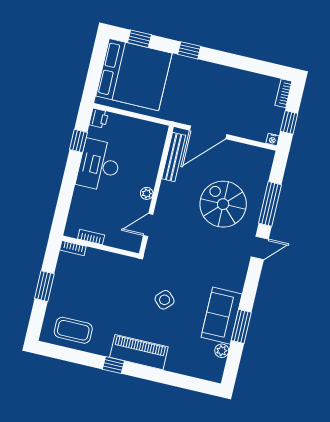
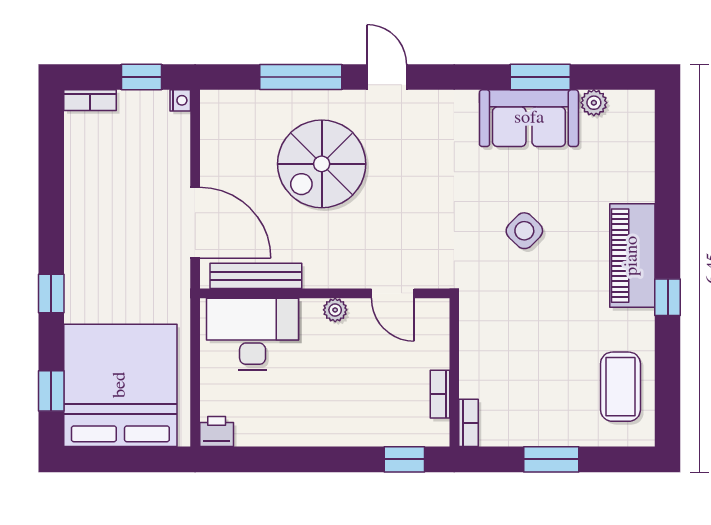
window: (78, 141) -> (404, 459), moved
desk: (99, 165) -> (253, 334), moved, turned 180

